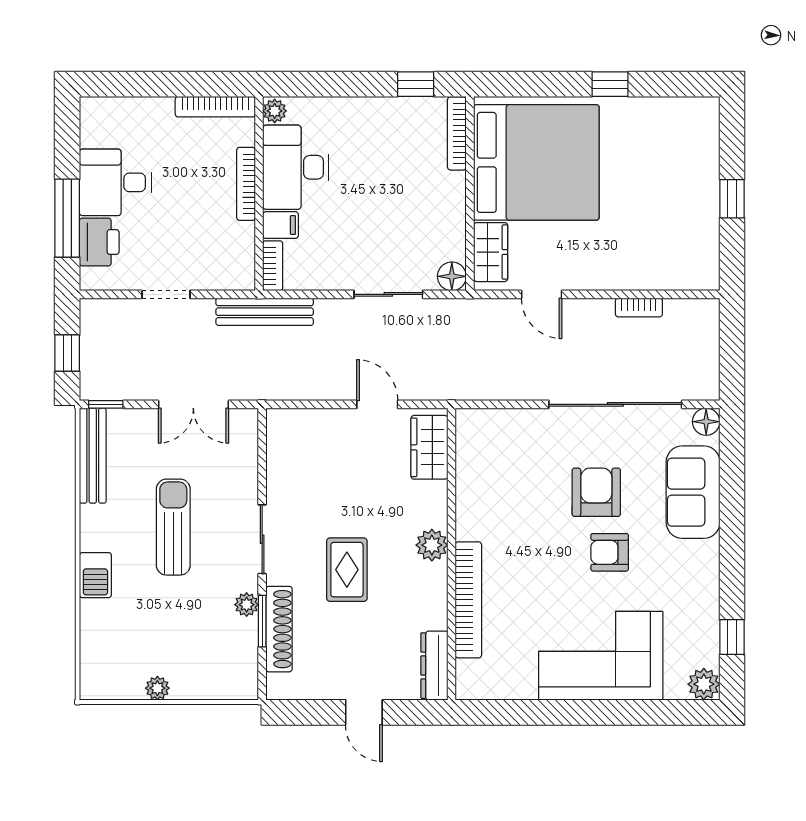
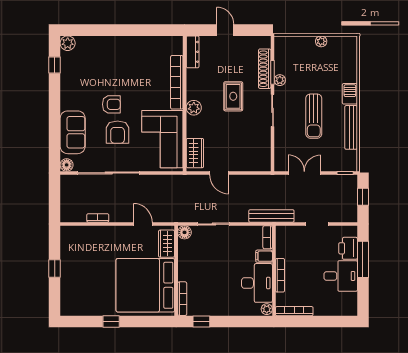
bench: (93, 456) -> (351, 127), moved
corner sofa: (601, 656) -> (162, 139), moved, turned 90

